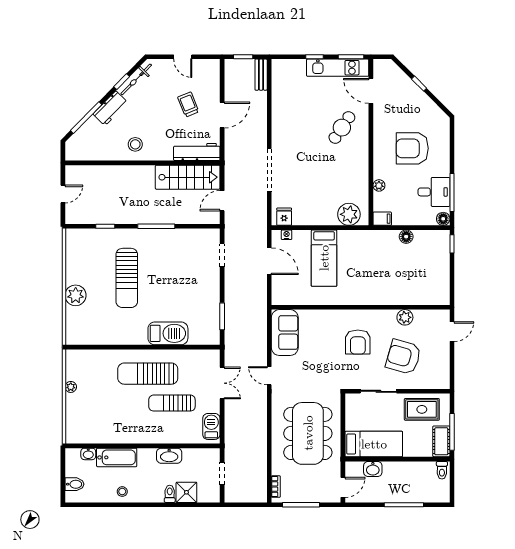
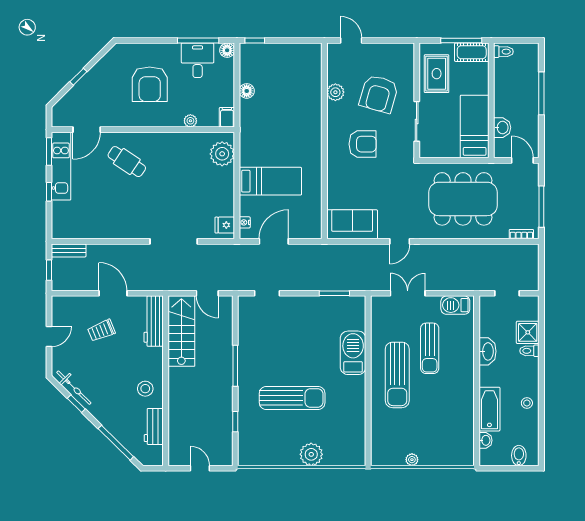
workbench: (110, 108) -> (154, 426), moved, turned -135

